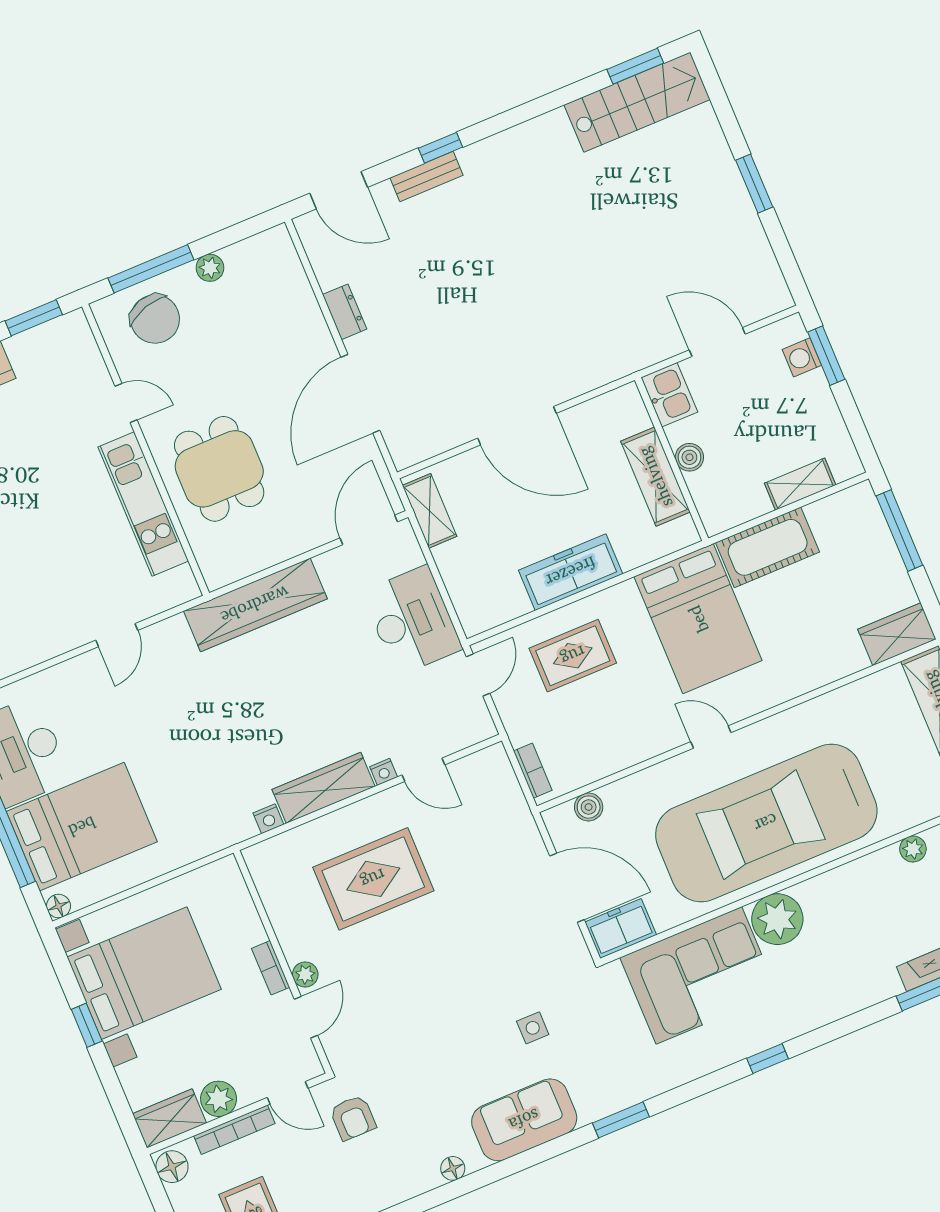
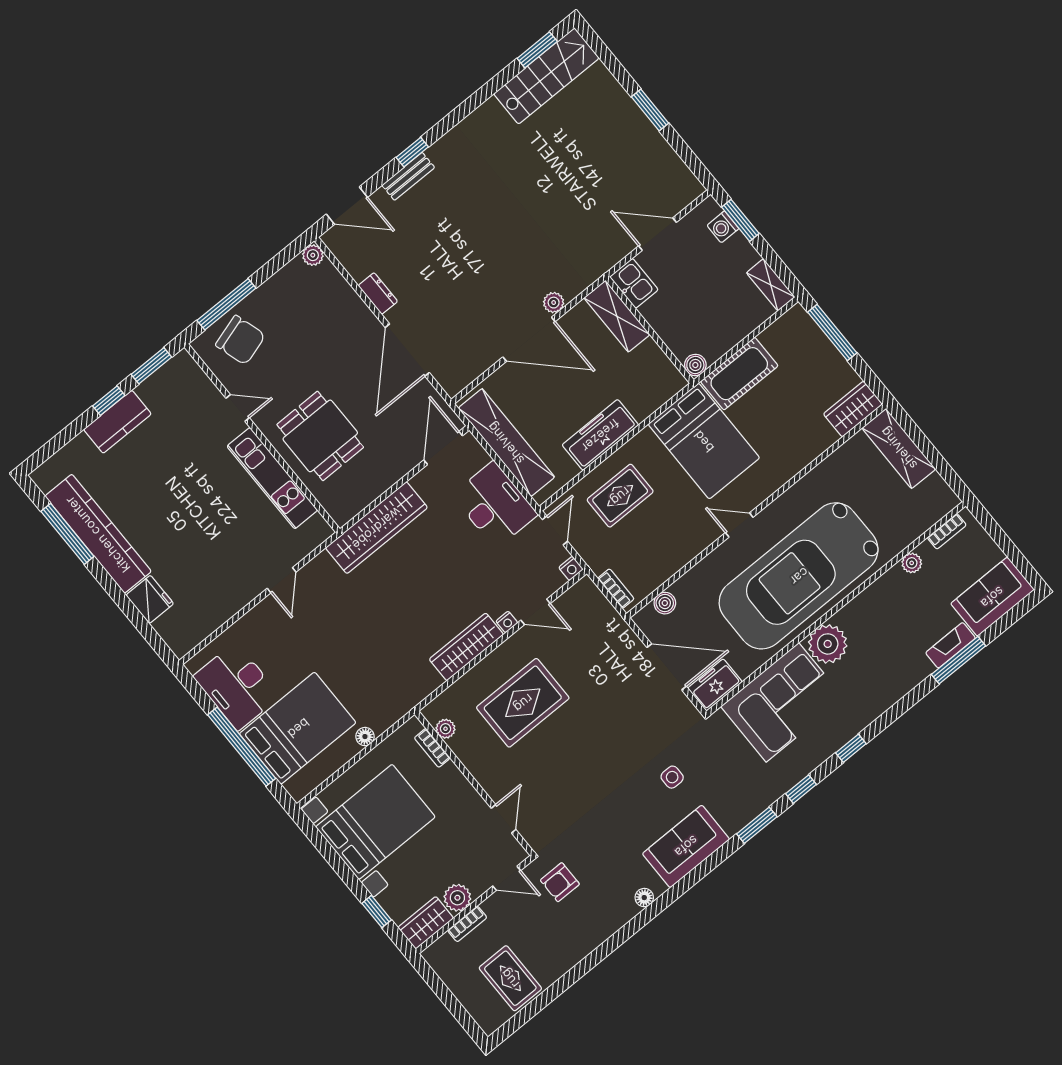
plant: (210, 268) -> (313, 255), moved
plant: (561, 389) -> (554, 303), added
boiler: (689, 457) -> (695, 365), moved
shelving: (655, 477) -> (617, 316), moved
shelving: (800, 484) -> (771, 285), moved, turned 90
shelving: (430, 511) -> (506, 443), width x2.20, depth x1.33
nightstand: (268, 819) -> (571, 568), moved
floor lamp: (58, 906) -> (365, 737), moved
bookcase: (271, 968) -> (432, 748), moved
plant: (305, 975) -> (445, 729), moved
window: (87, 1025) -> (377, 912), moved
window: (690, 1091) -> (801, 789), added
armchair: (353, 1118) -> (560, 882), turned 90
bookcase: (234, 1130) -> (467, 924), width x0.64
floor lamp: (172, 1167) -> (438, 958), removed

